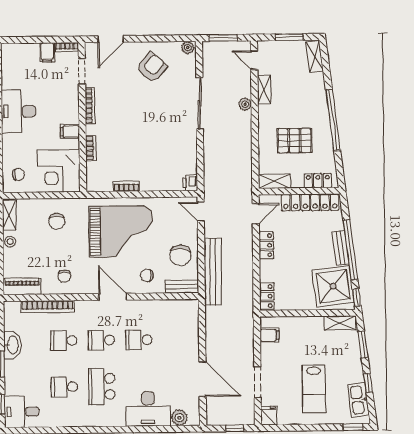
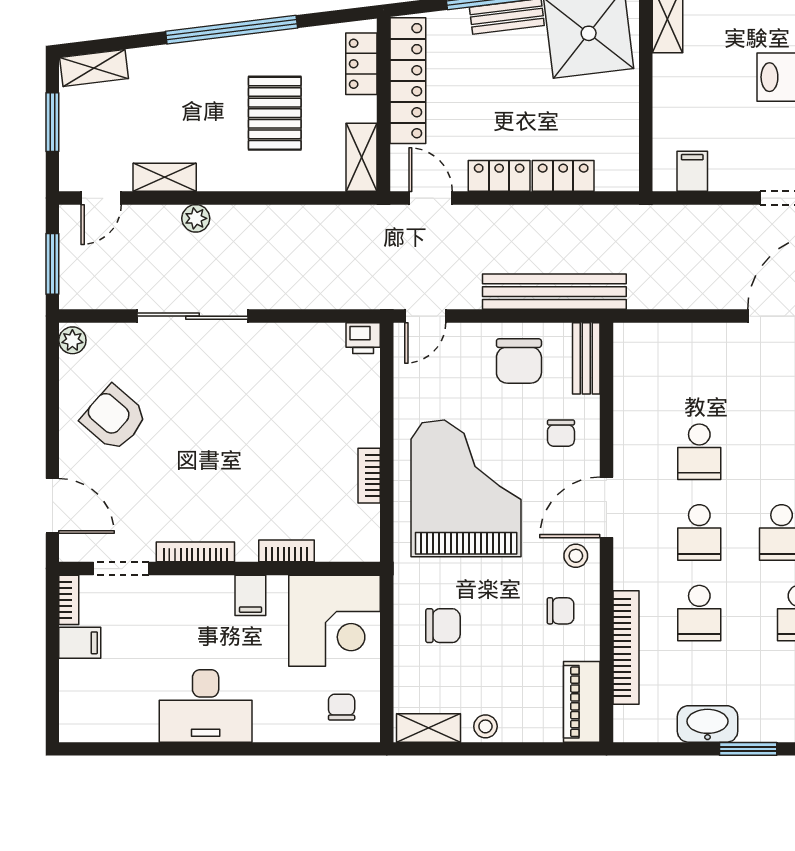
chair: (180, 255) -> (519, 361), turned 87
stool: (90, 283) -> (576, 556), added
locker: (267, 296) -> (563, 176), moved

